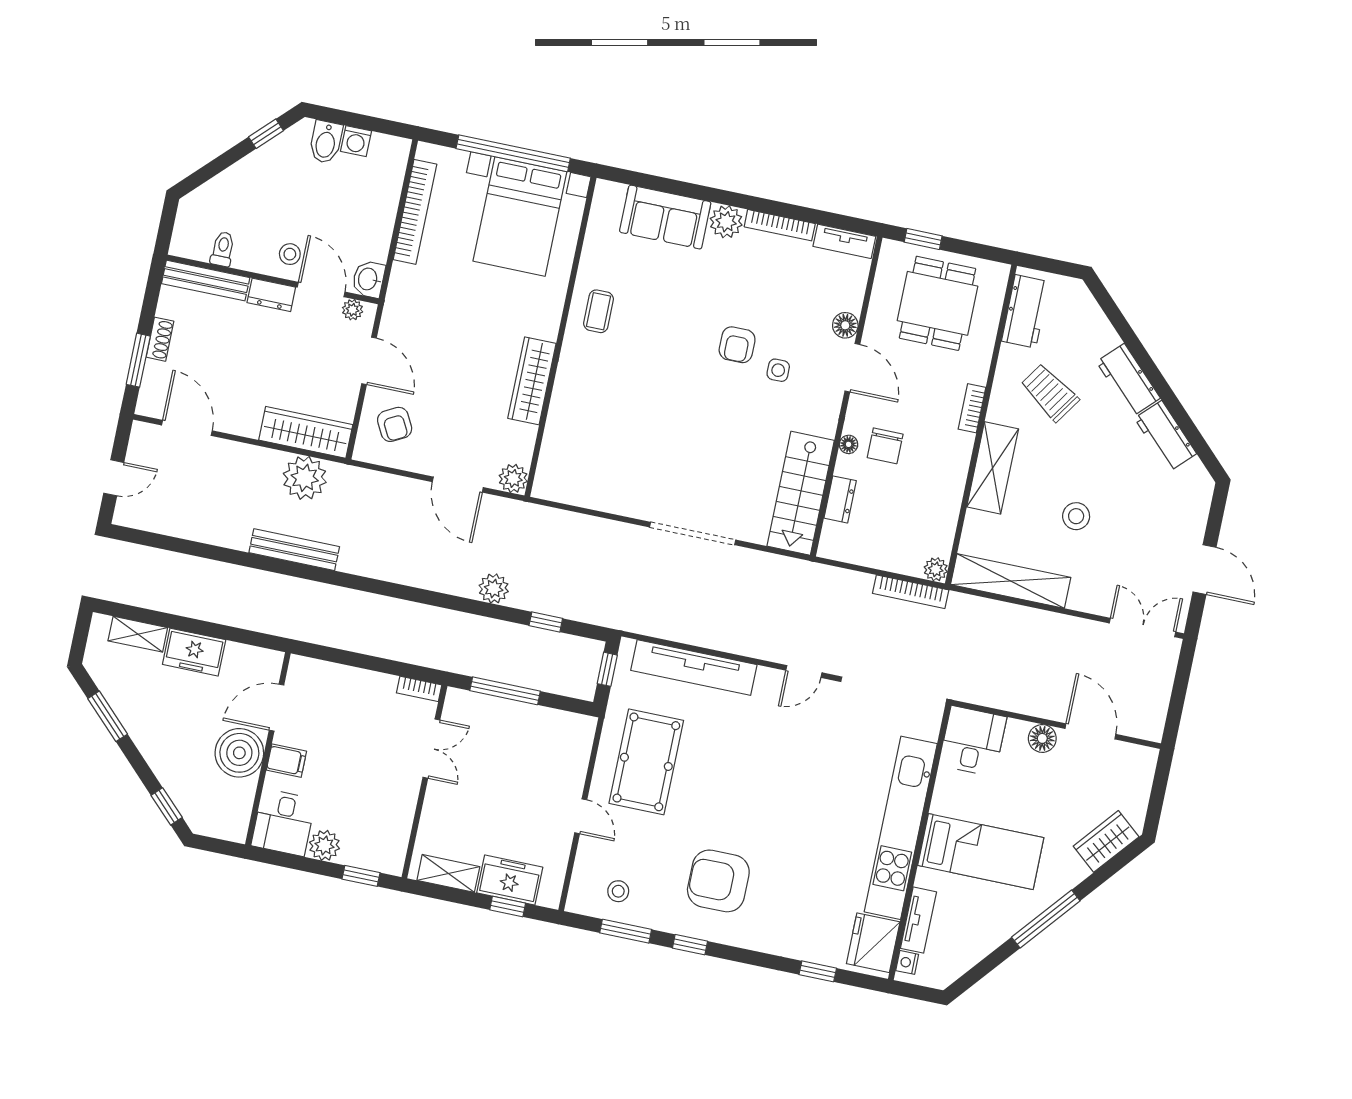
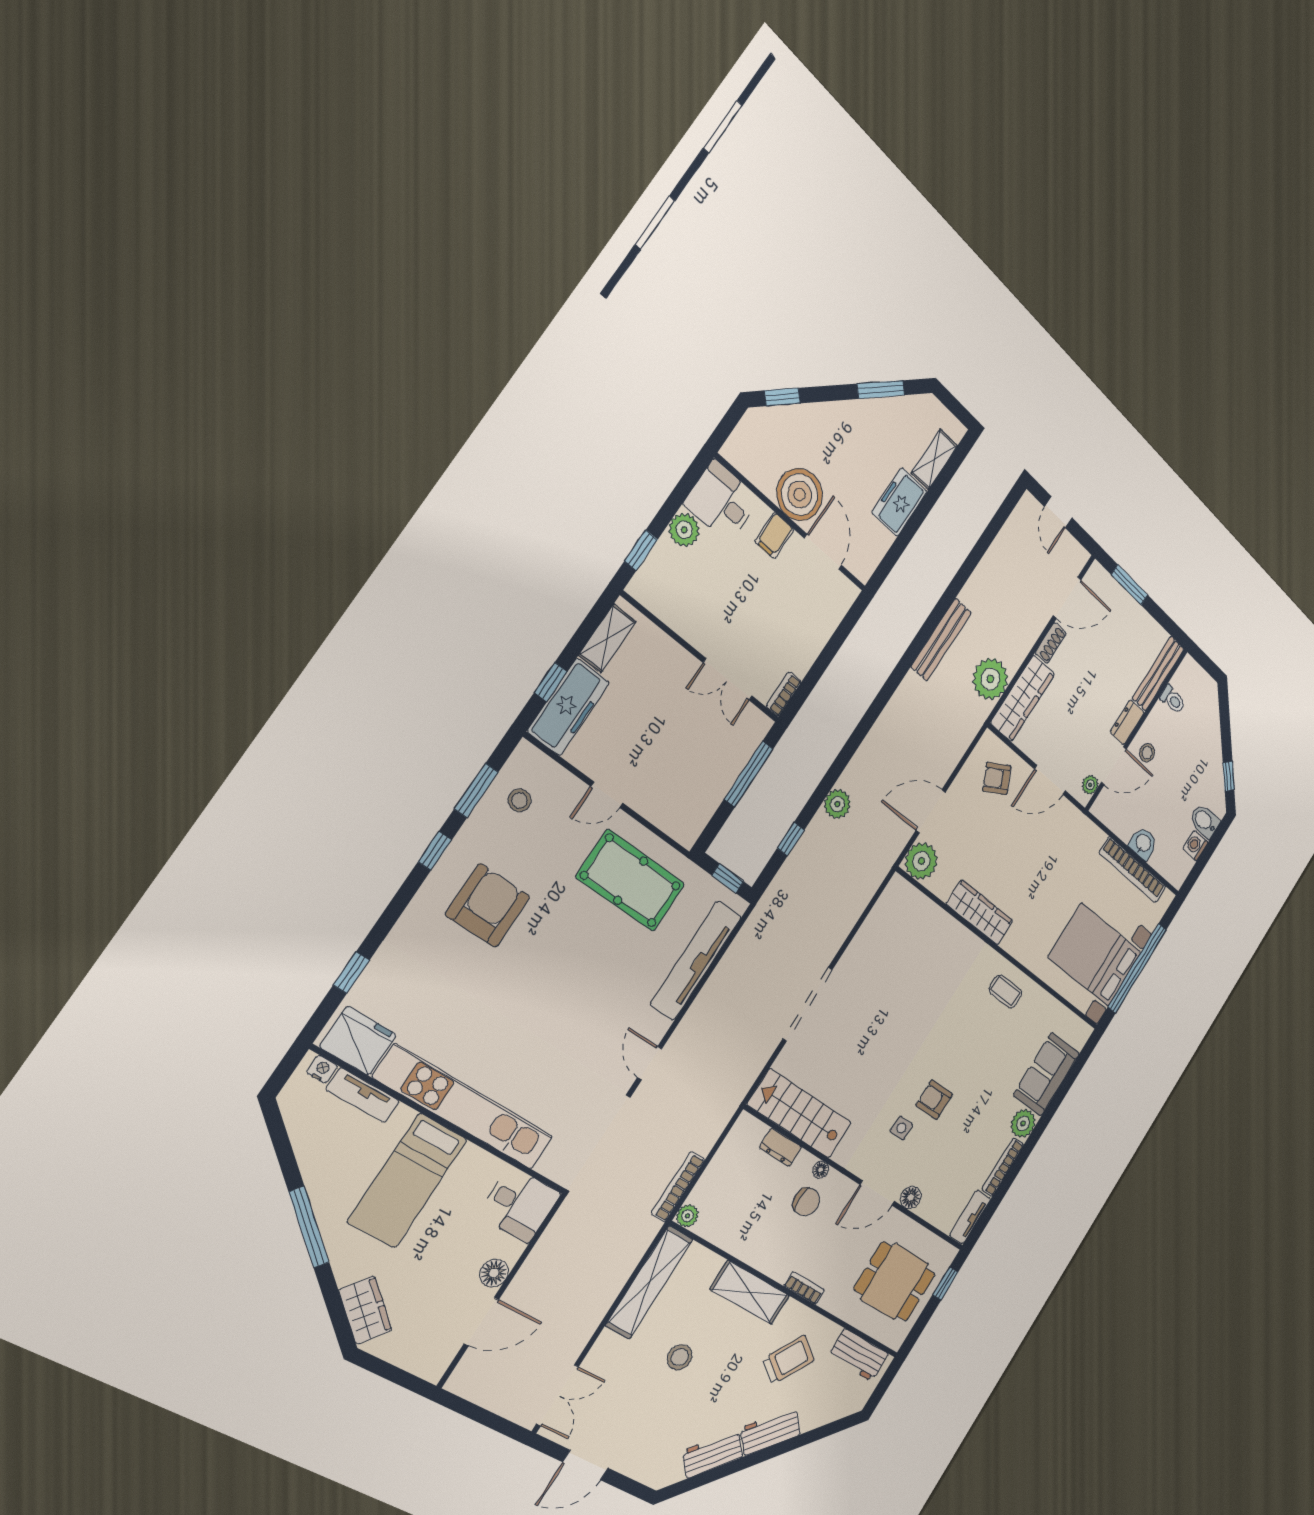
washbasin: (368, 279) -> (1143, 843), moved
shoe rack: (160, 339) -> (1051, 643), moved, turned -90
chair: (885, 446) -> (806, 1202), turned 180
plant: (513, 478) -> (921, 861), width x1.36, depth x1.36
freezer: (510, 880) -> (568, 707), width x1.40

